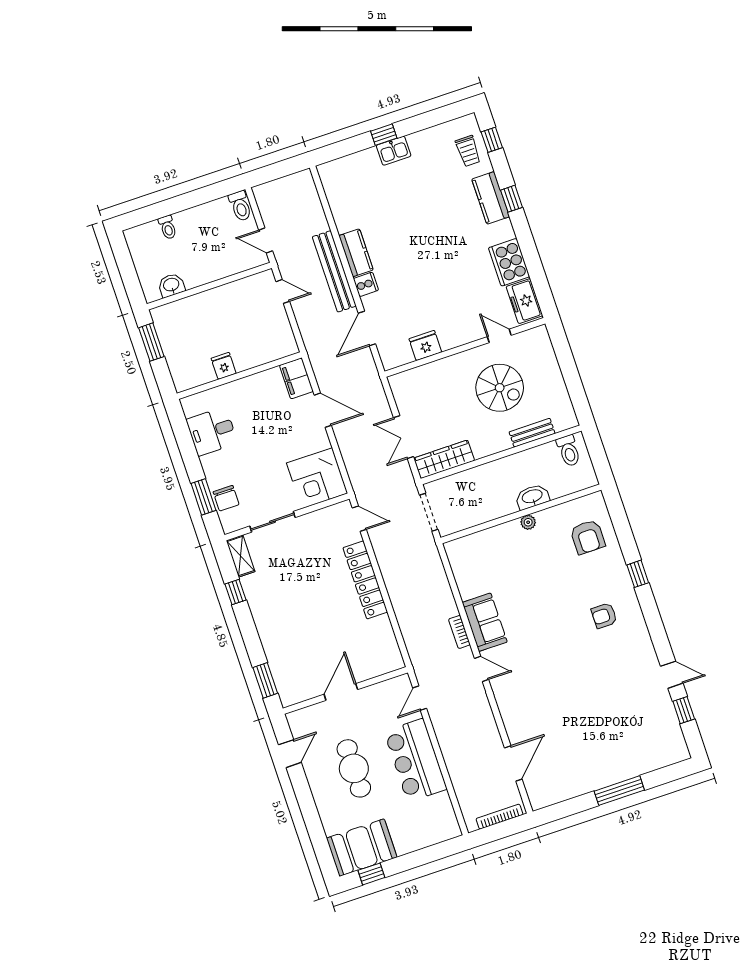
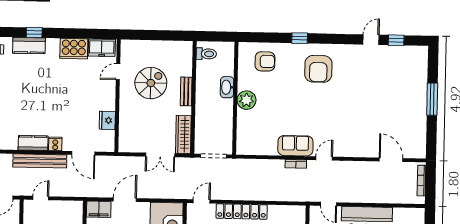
bench: (532, 433) -> (186, 91), moved
plant: (528, 522) -> (246, 100), width x1.88, depth x1.88
armchair: (604, 616) -> (318, 69), width x1.88, depth x1.88

